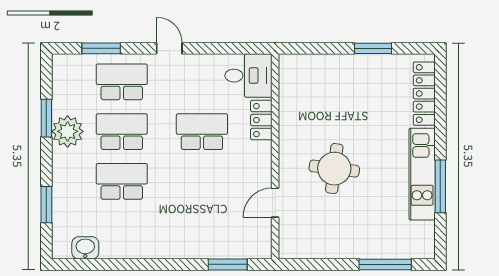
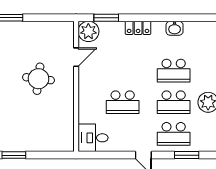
locker: (261, 120) -> (138, 28), moved, turned 90
plant: (256, 243) -> (88, 31), added
washbasin: (85, 248) -> (175, 28), moved

